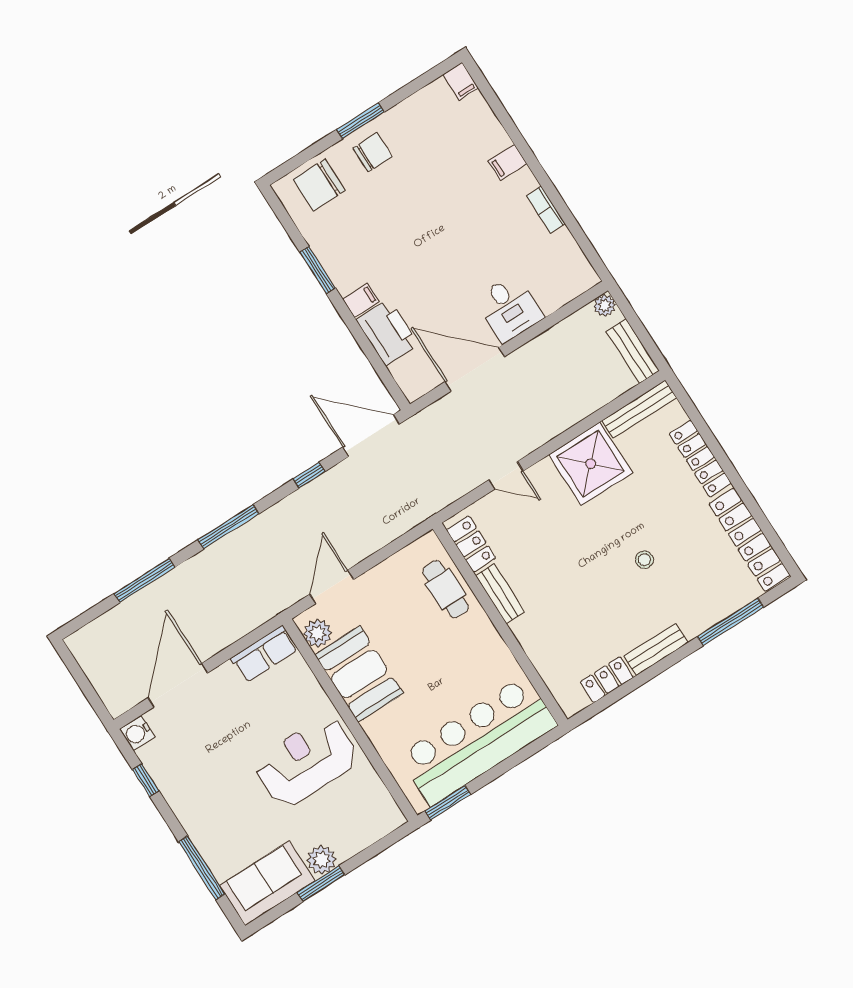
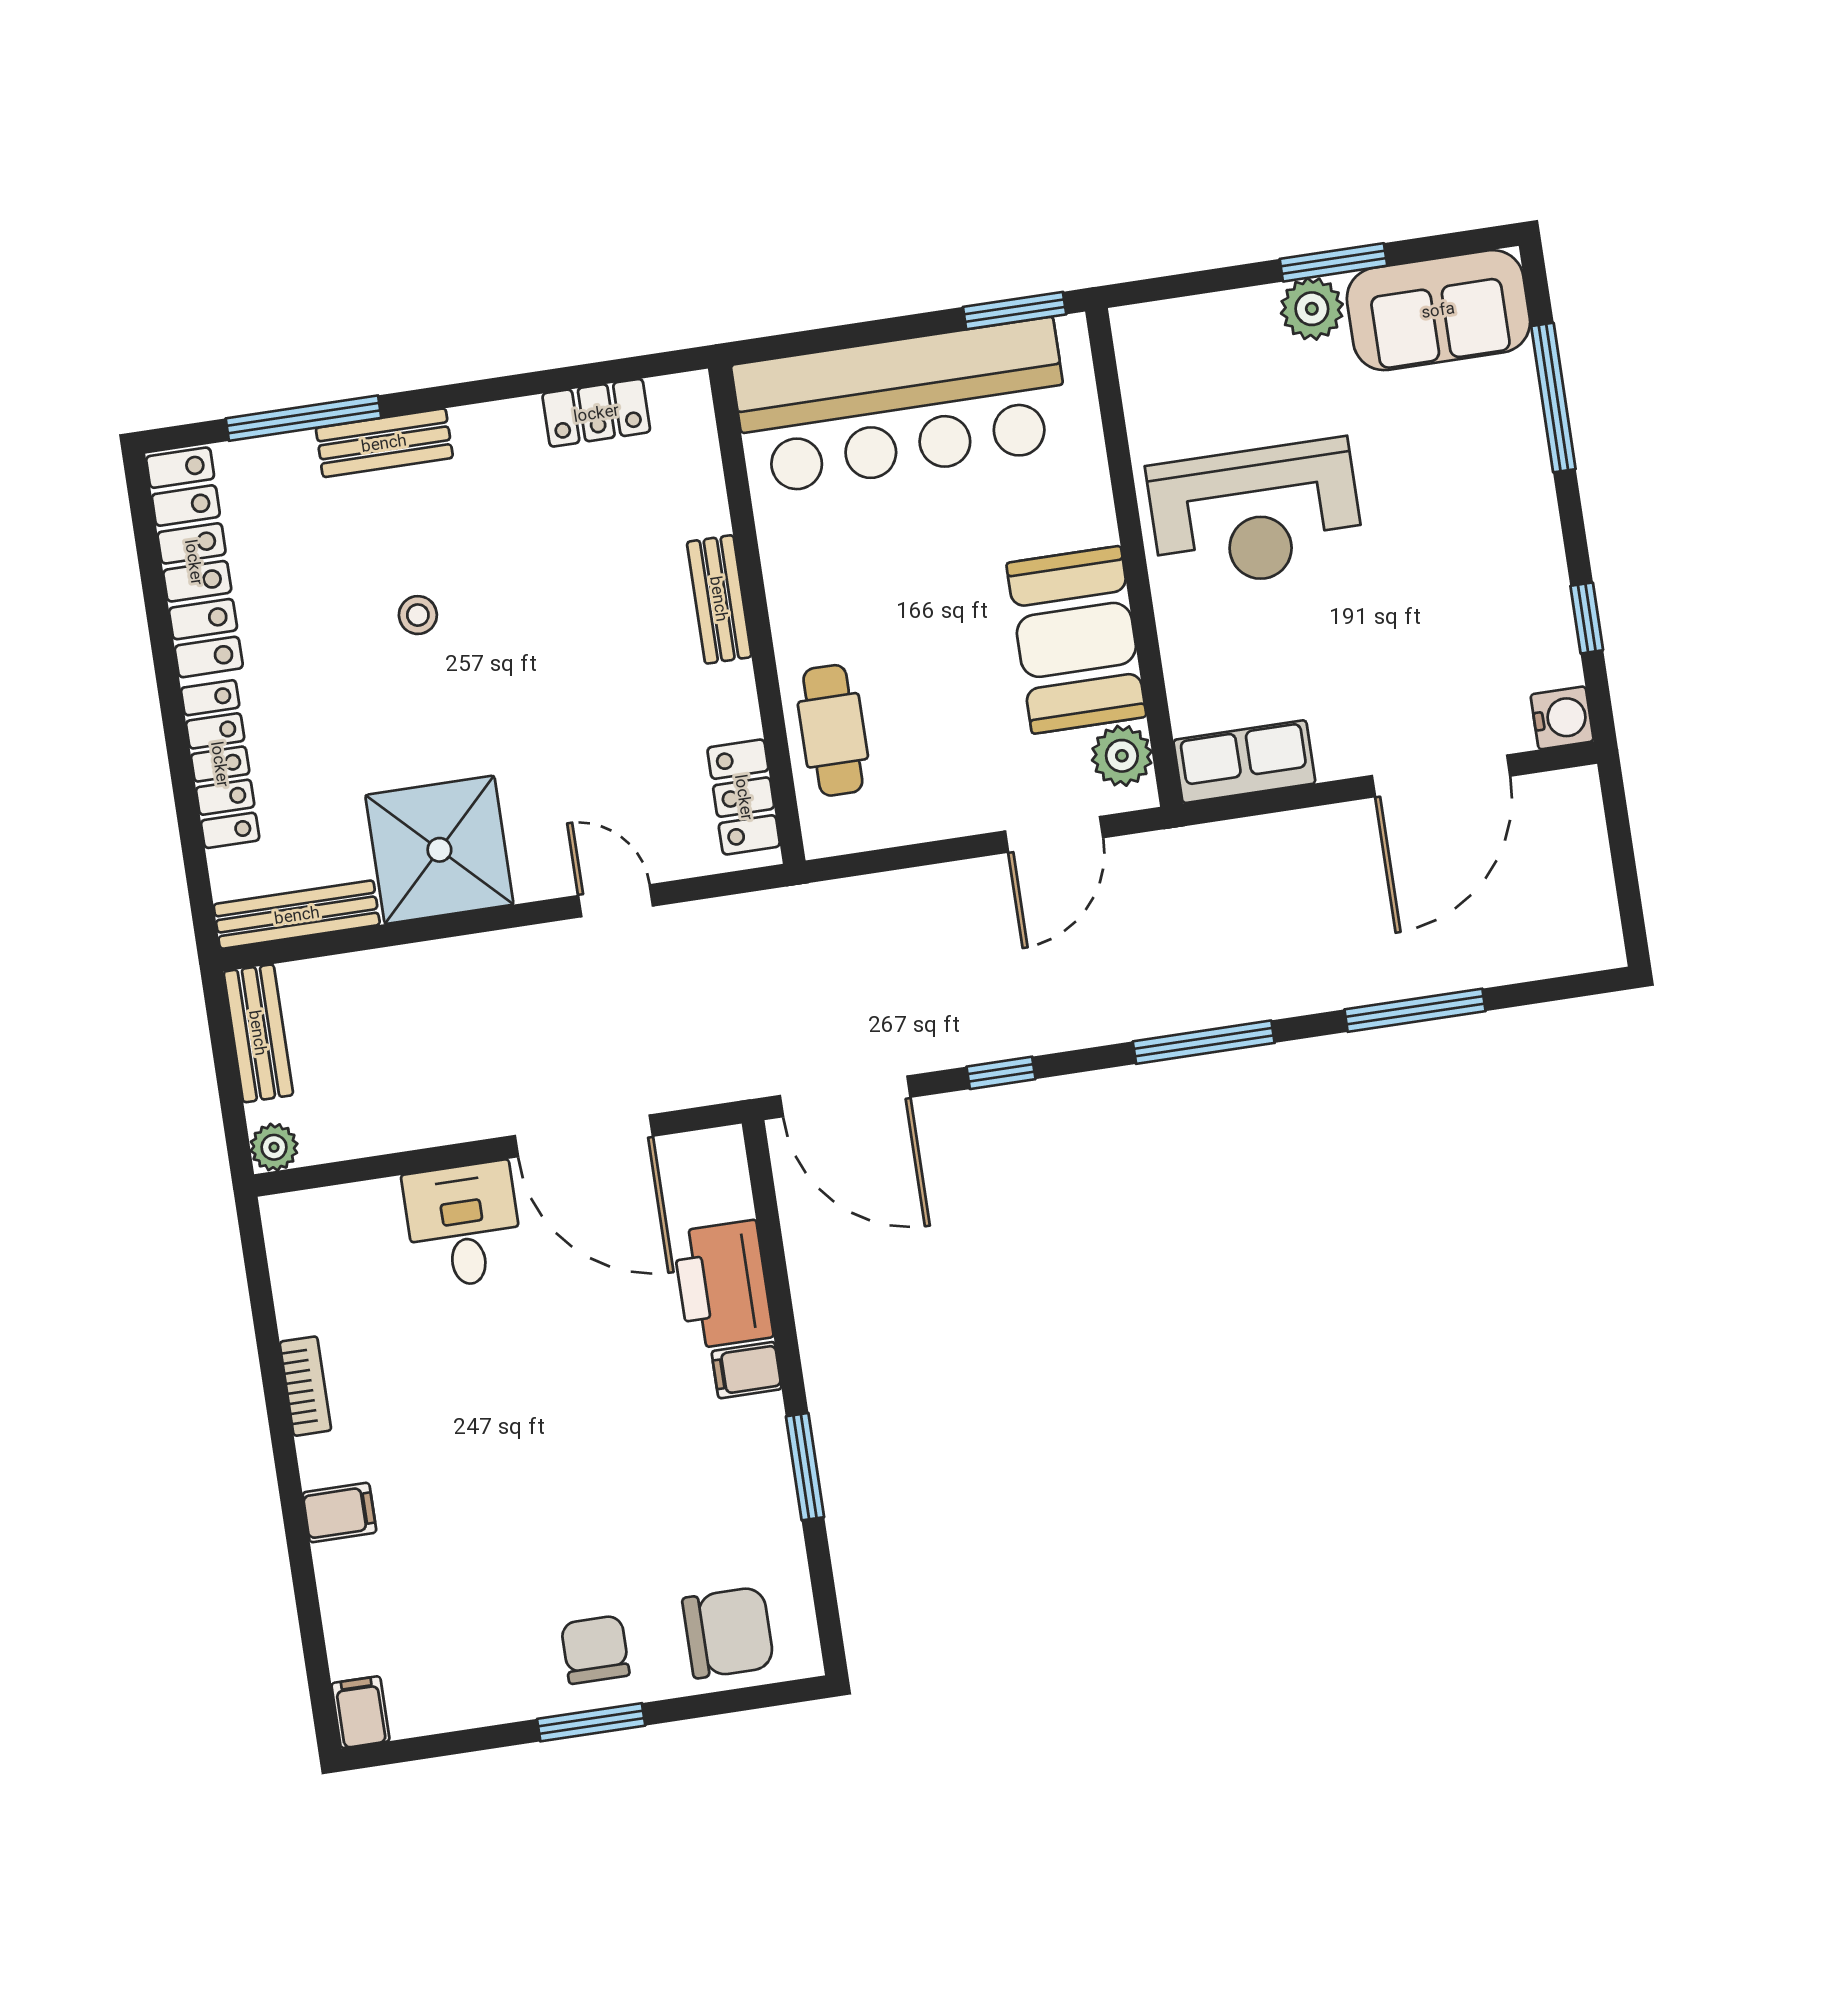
chair: (373, 152) -> (595, 1650), turned 90
bench: (500, 594) -> (719, 599), moved
bench: (656, 649) -> (384, 443), moved

